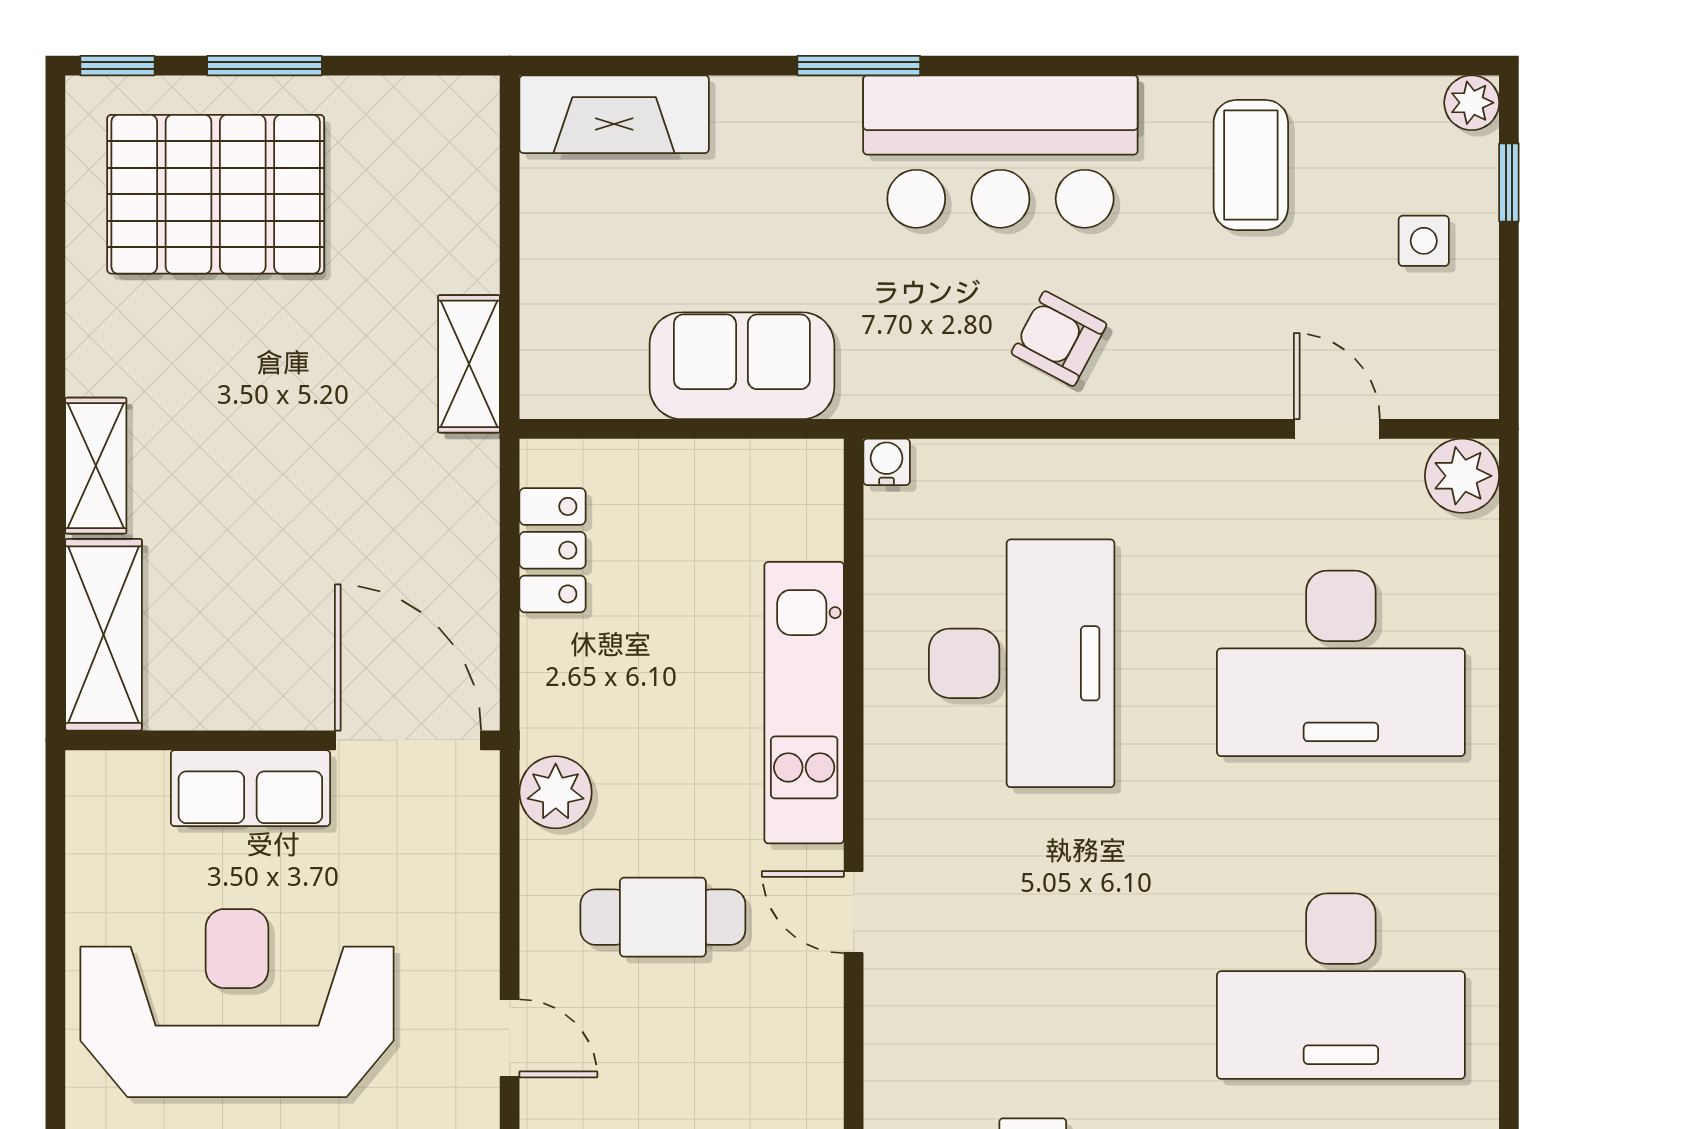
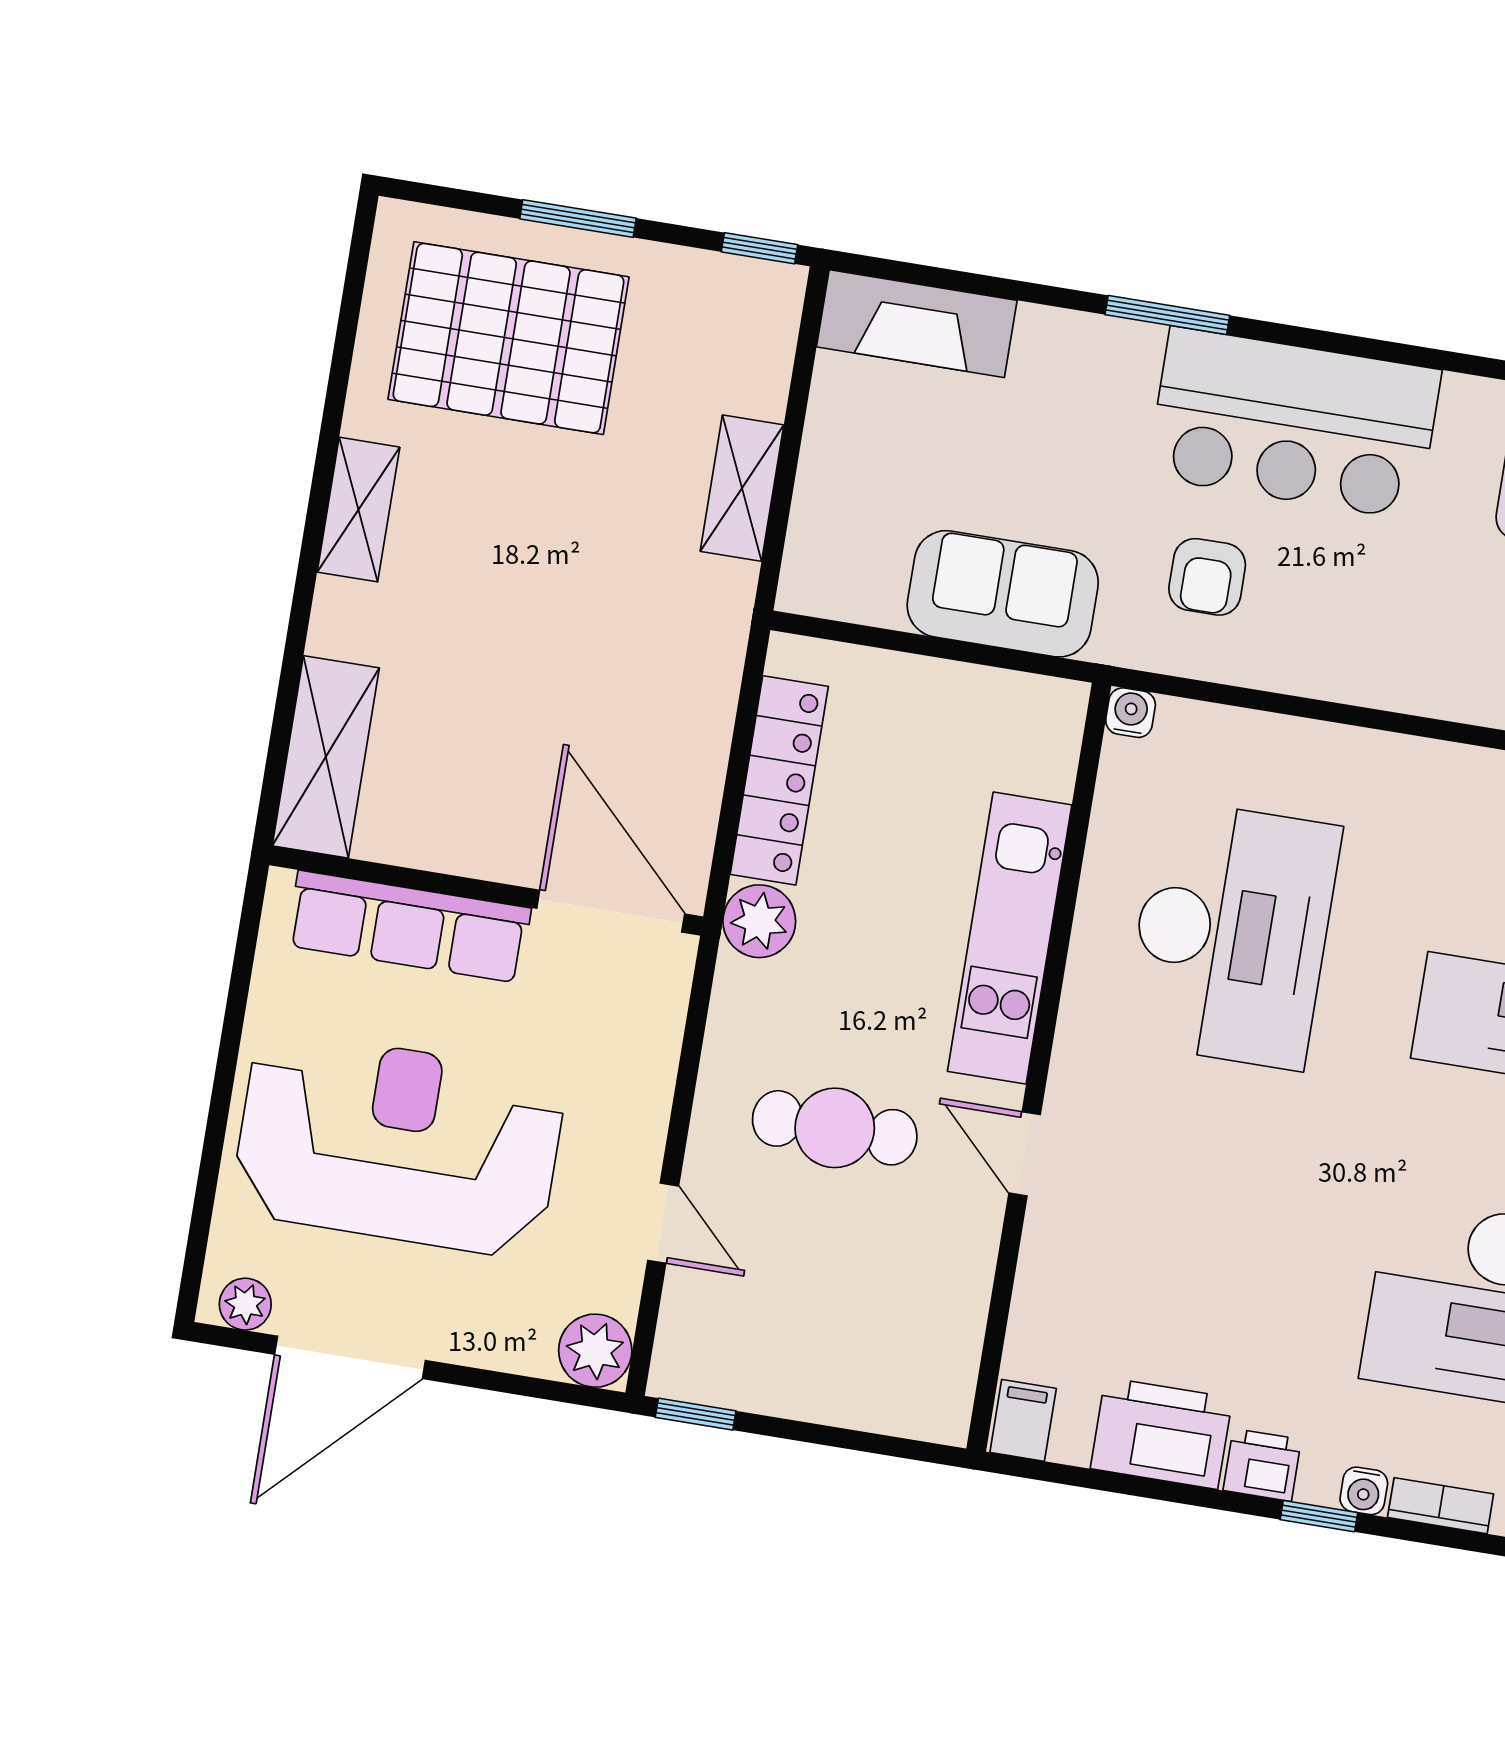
window: (117, 66) -> (759, 248), moved
armchair: (1059, 339) -> (1207, 577), moved, turned -118
shelving: (469, 364) -> (742, 488), moved
shelving: (96, 466) -> (358, 510), moved
locker: (553, 550) -> (779, 780), width x1.53
row of seats: (250, 788) -> (409, 927), width x1.48
plant: (556, 792) -> (759, 921), moved

